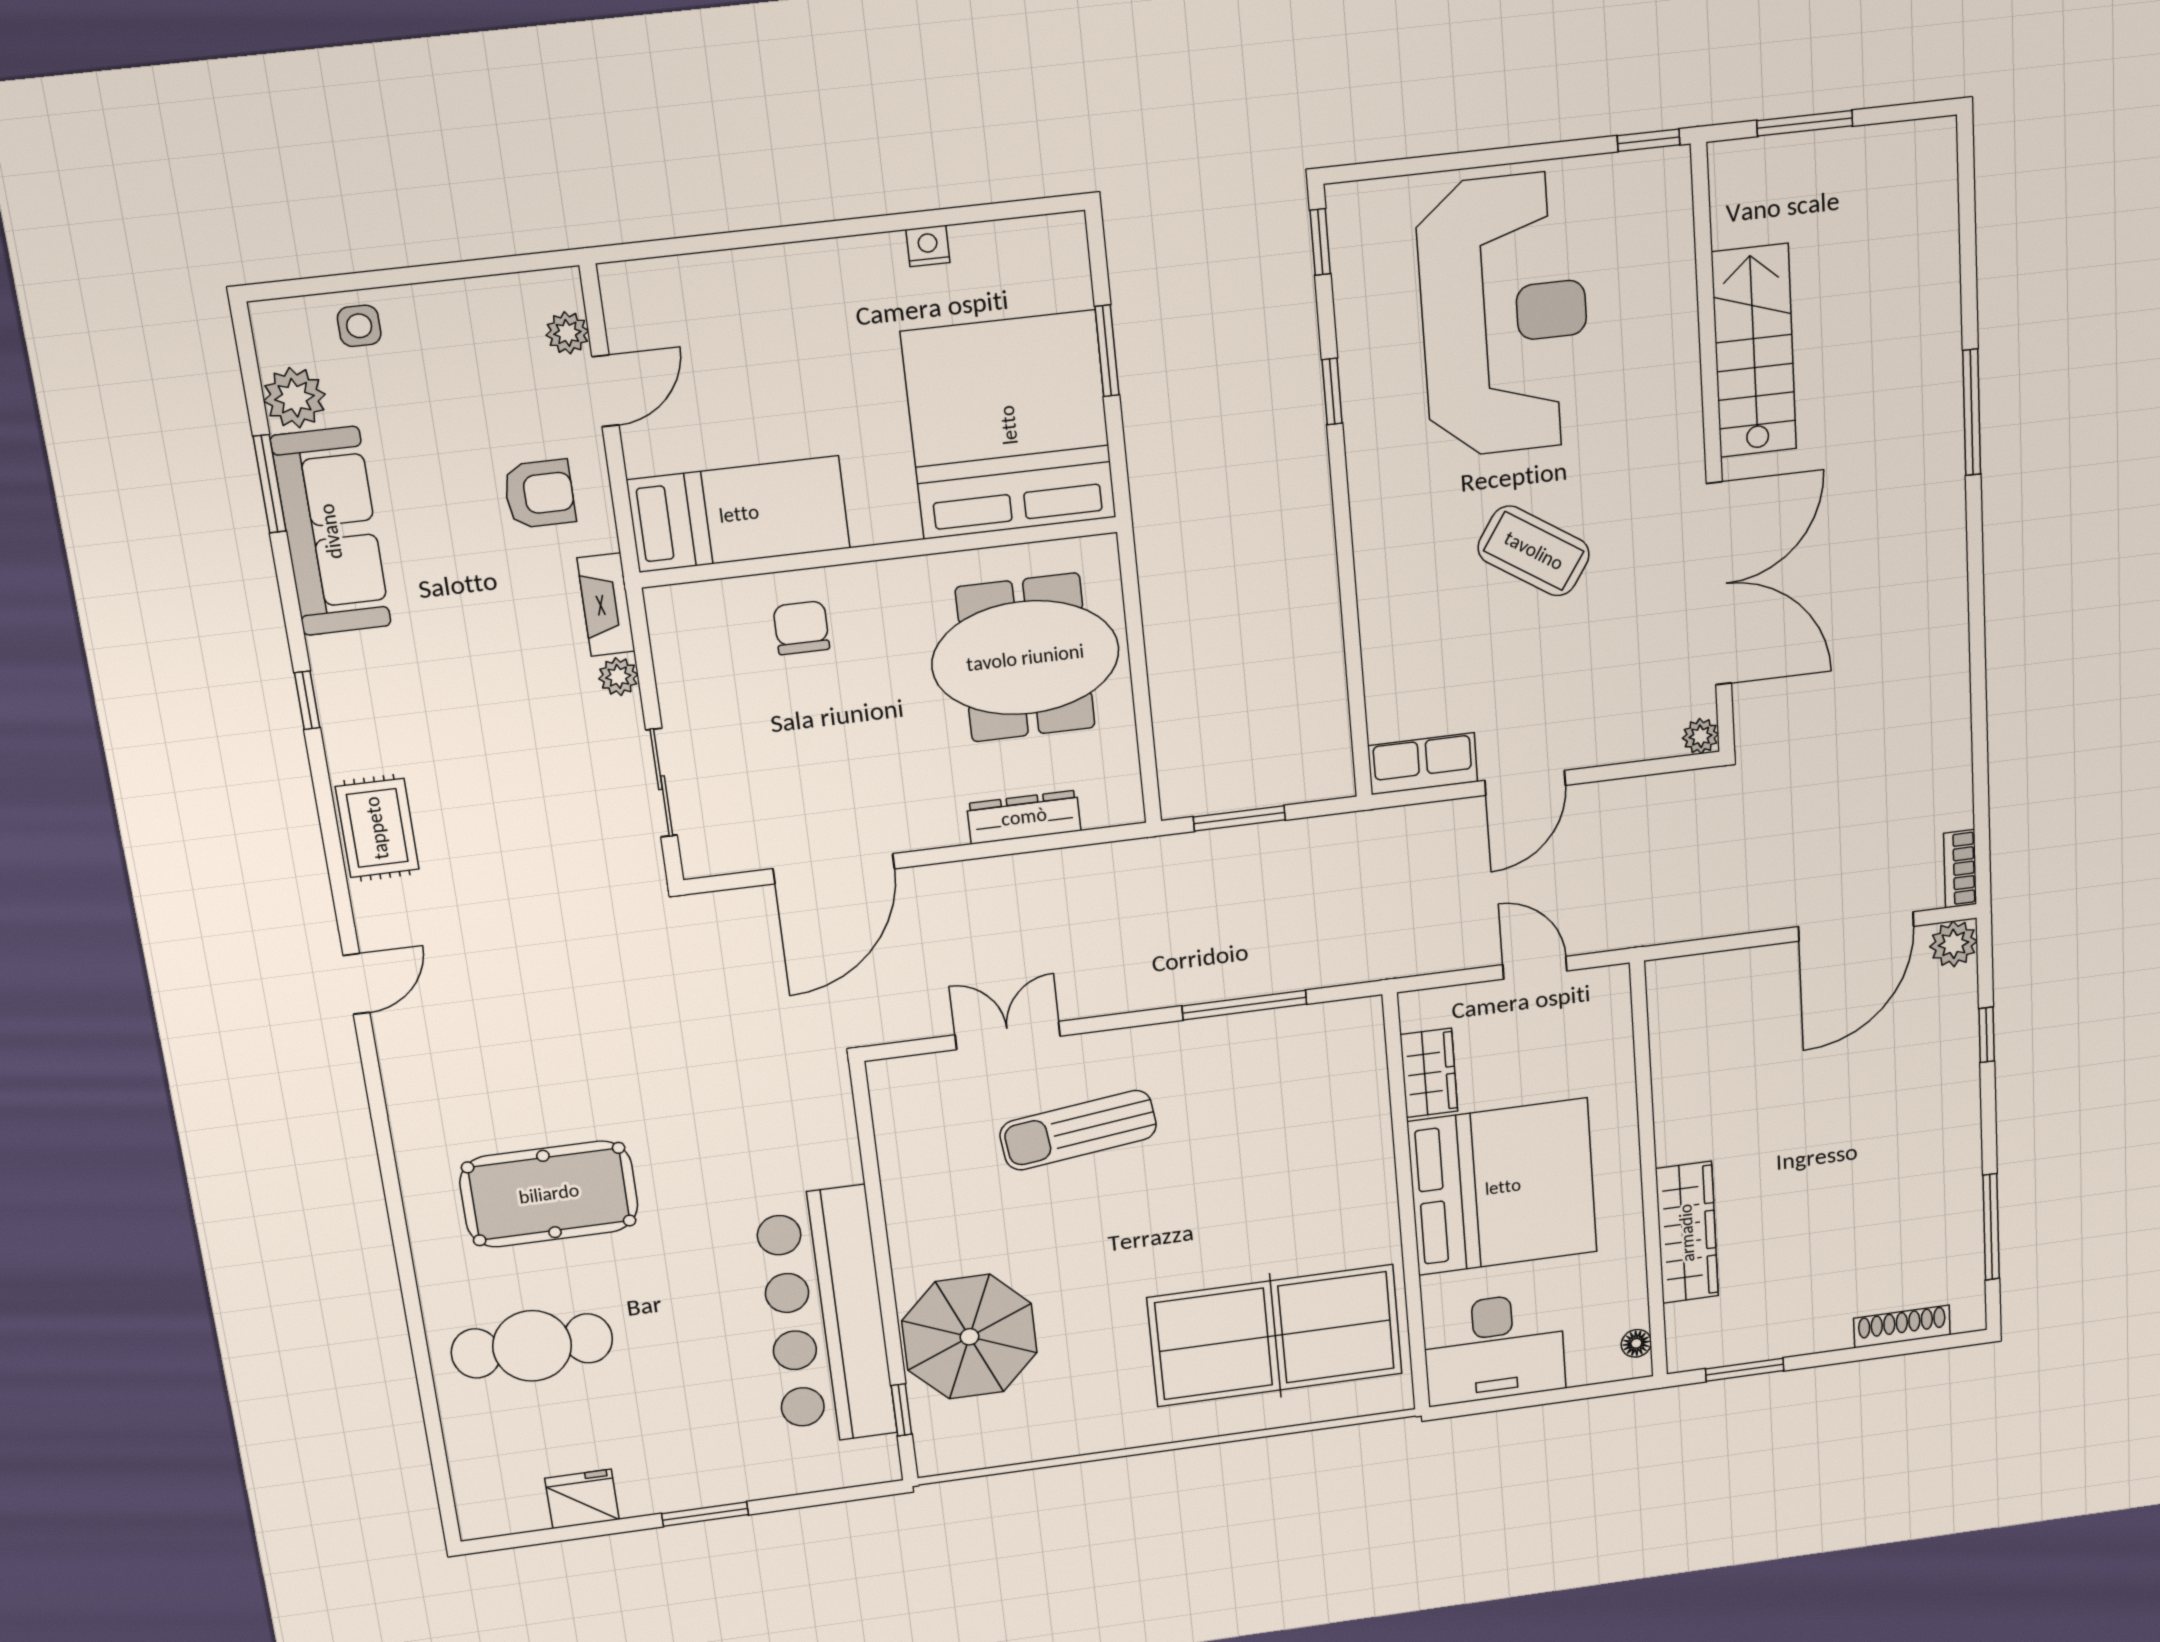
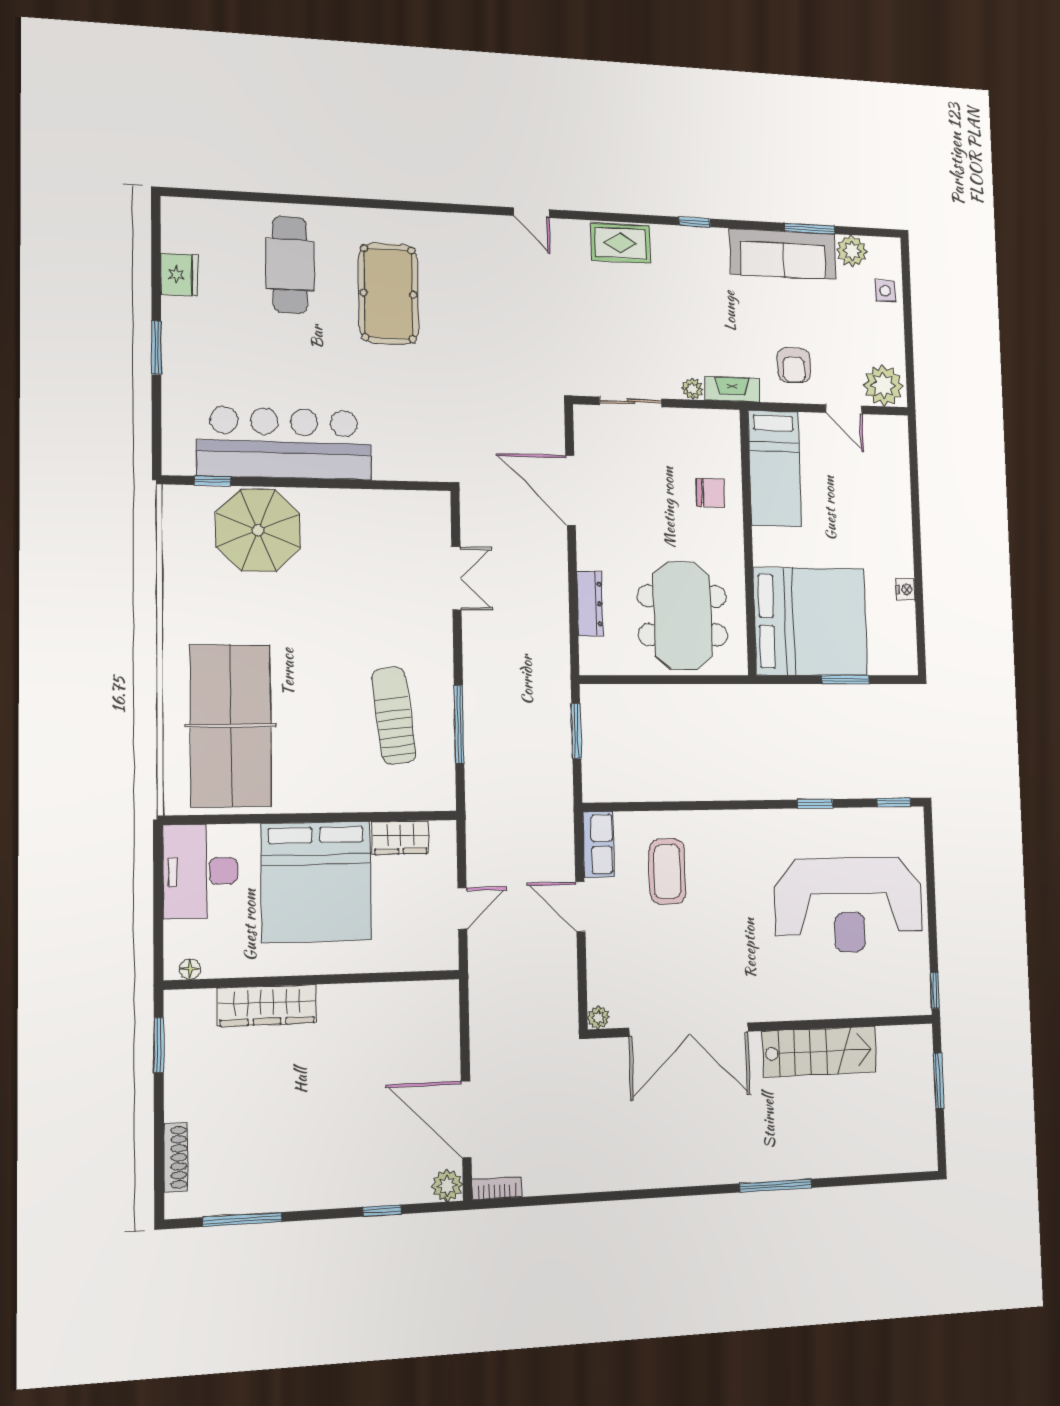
plant: (567, 333) -> (883, 386), width x1.87, depth x1.87
coffee table: (1534, 551) -> (667, 871), moved, turned -33
sun lounger: (1078, 1130) -> (394, 715), moved

